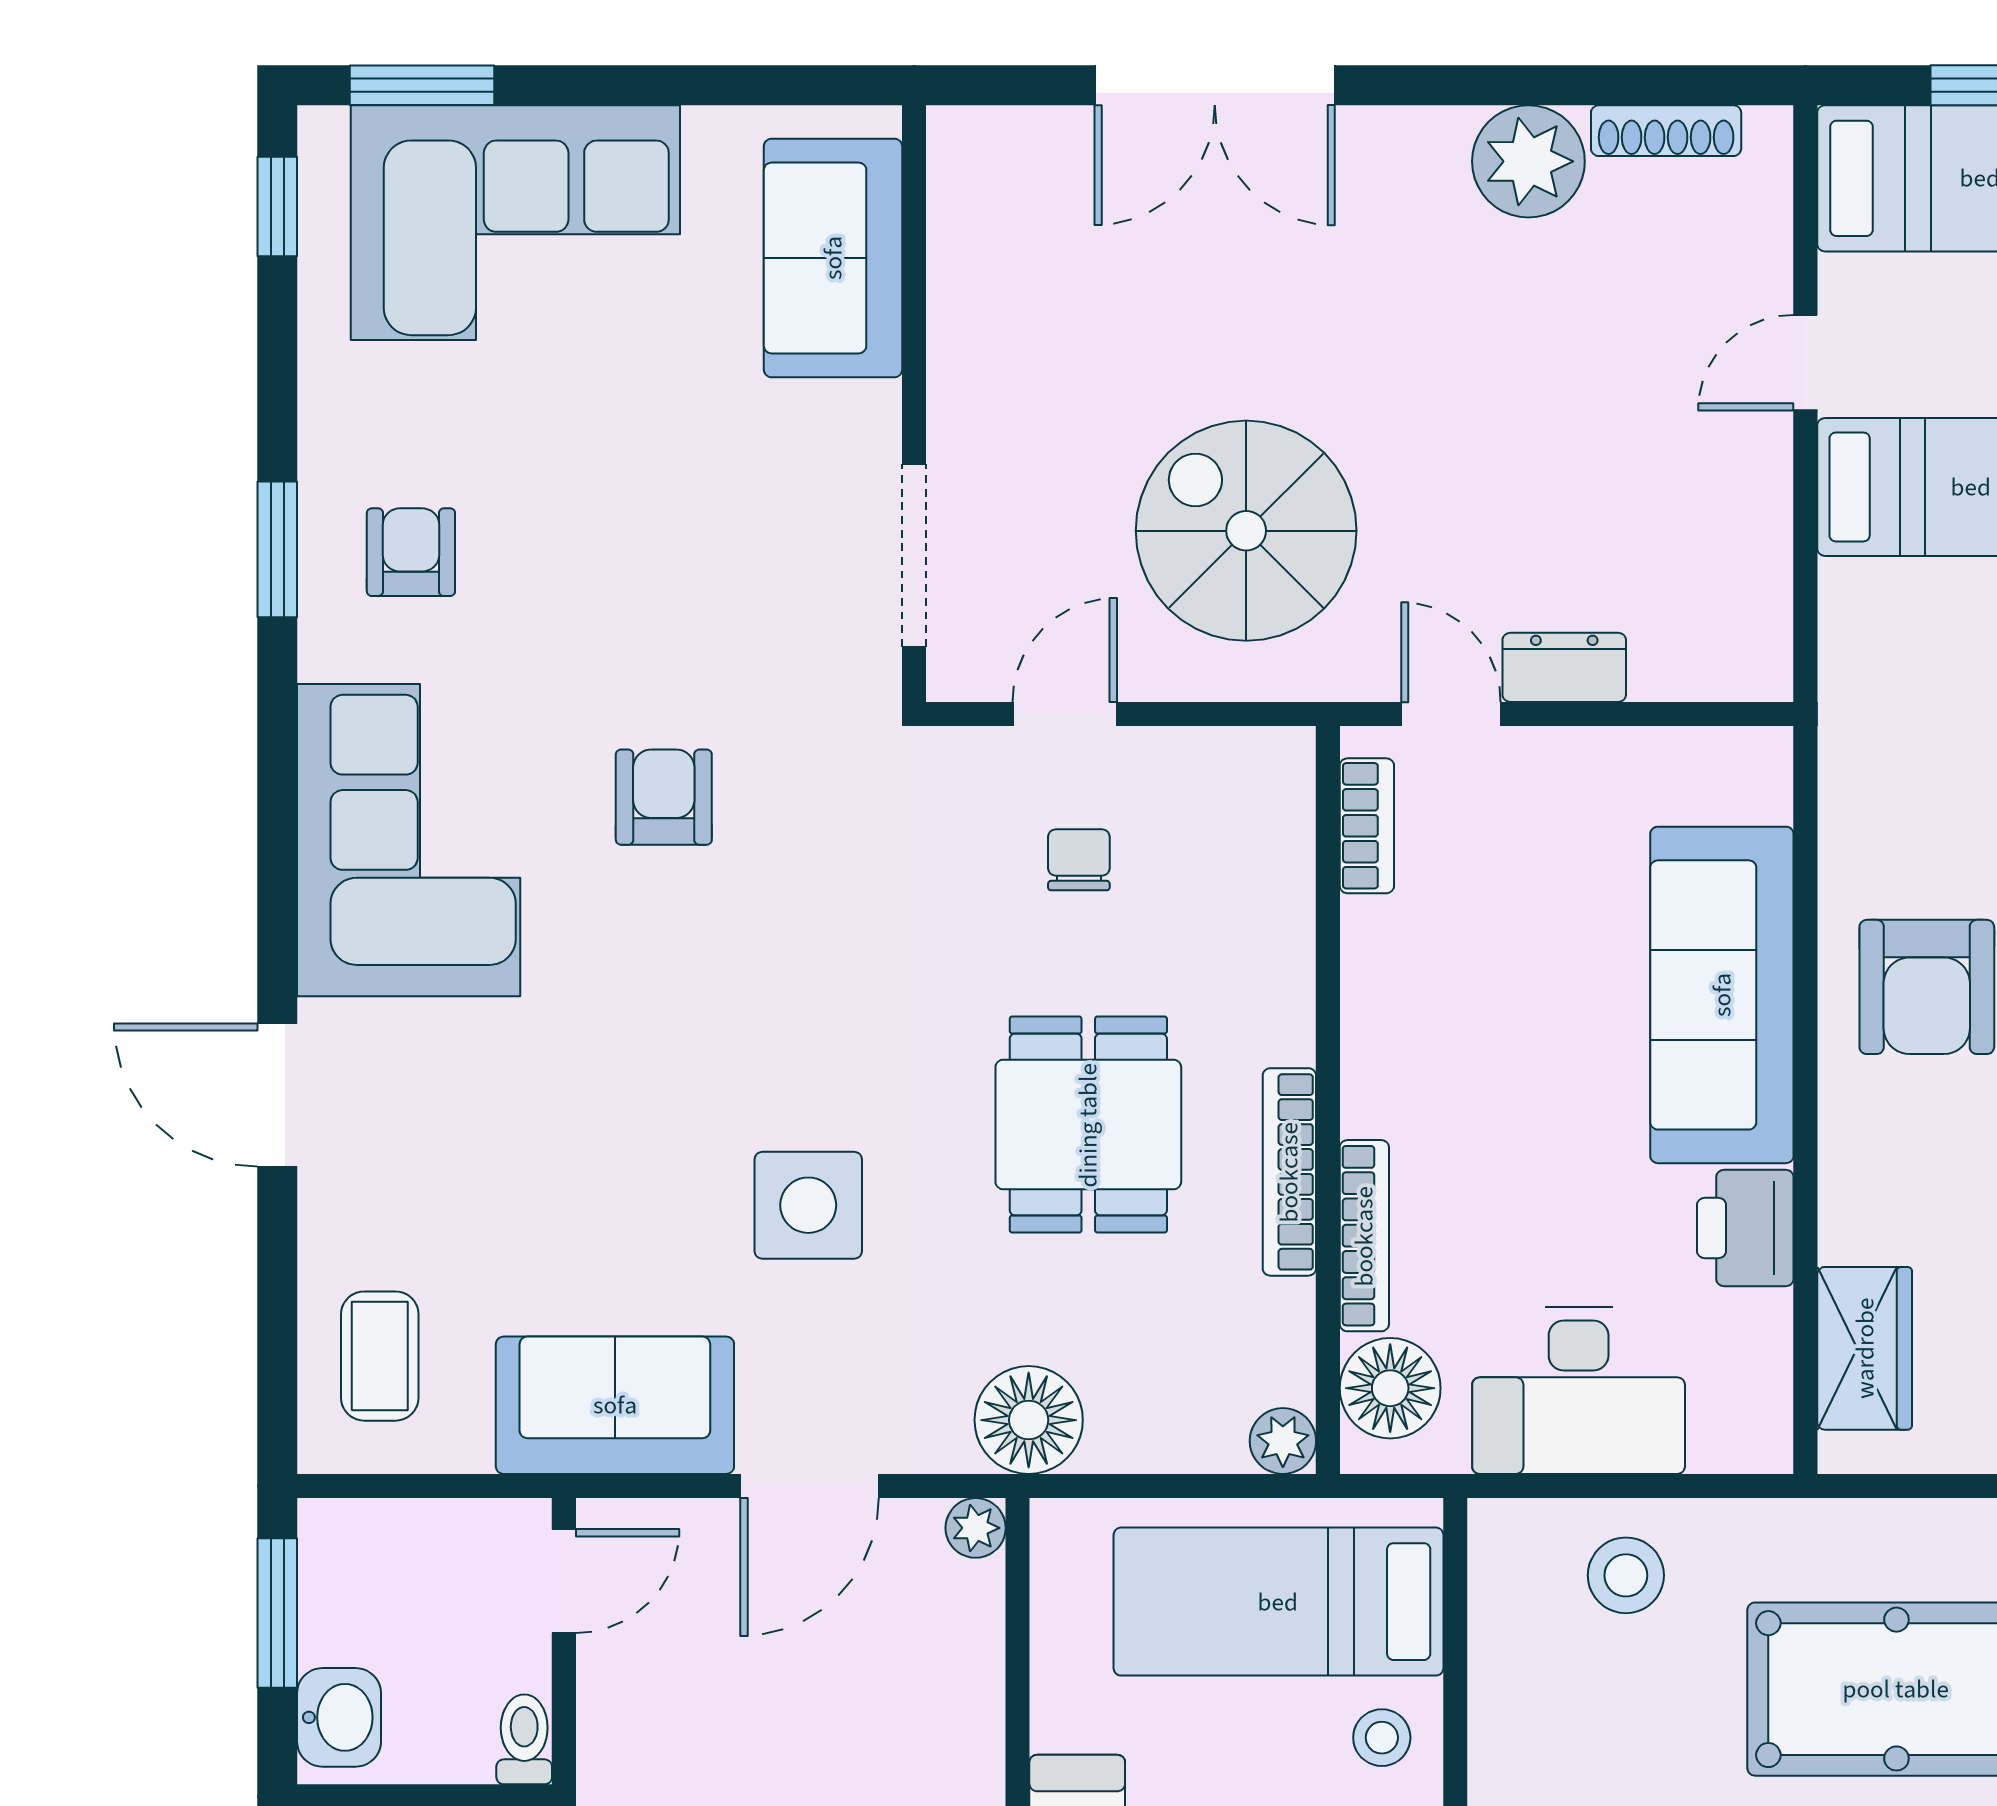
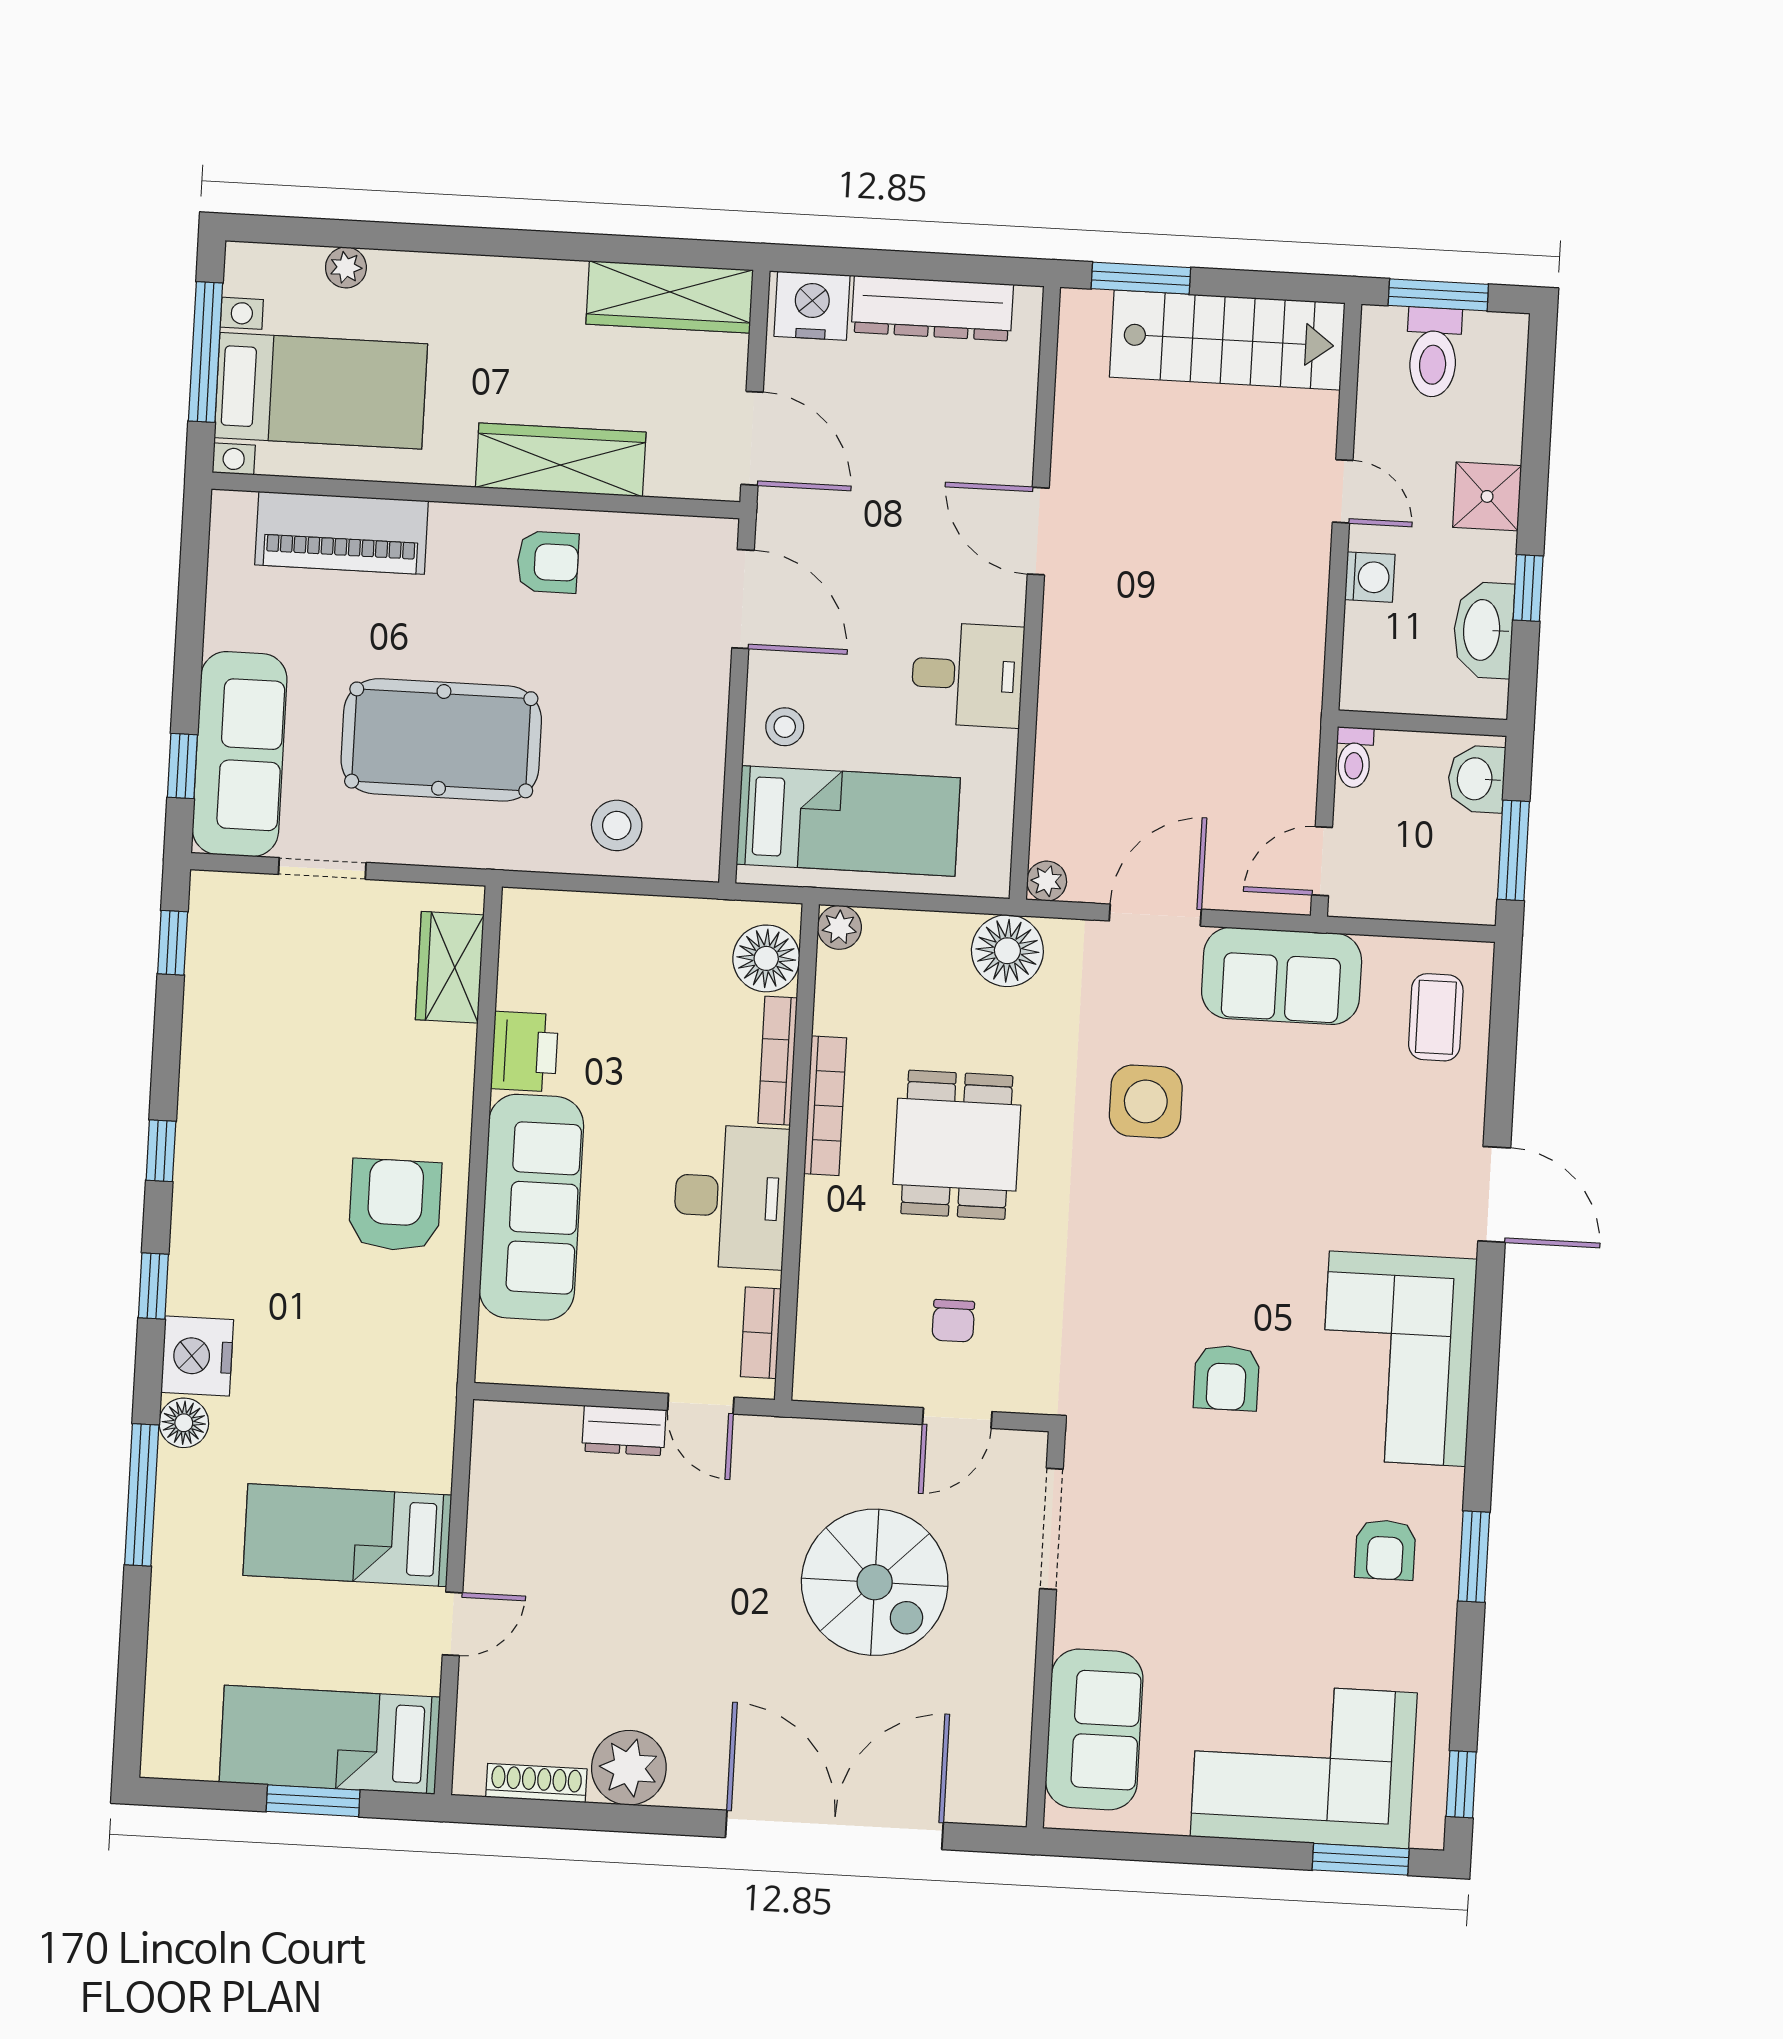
double door: (1215, 85) -> (834, 1830), width x1.36
spiral stairs: (1246, 531) -> (875, 1582), moved
desk: (1579, 1391) -> (731, 1197), moved, turned 90

